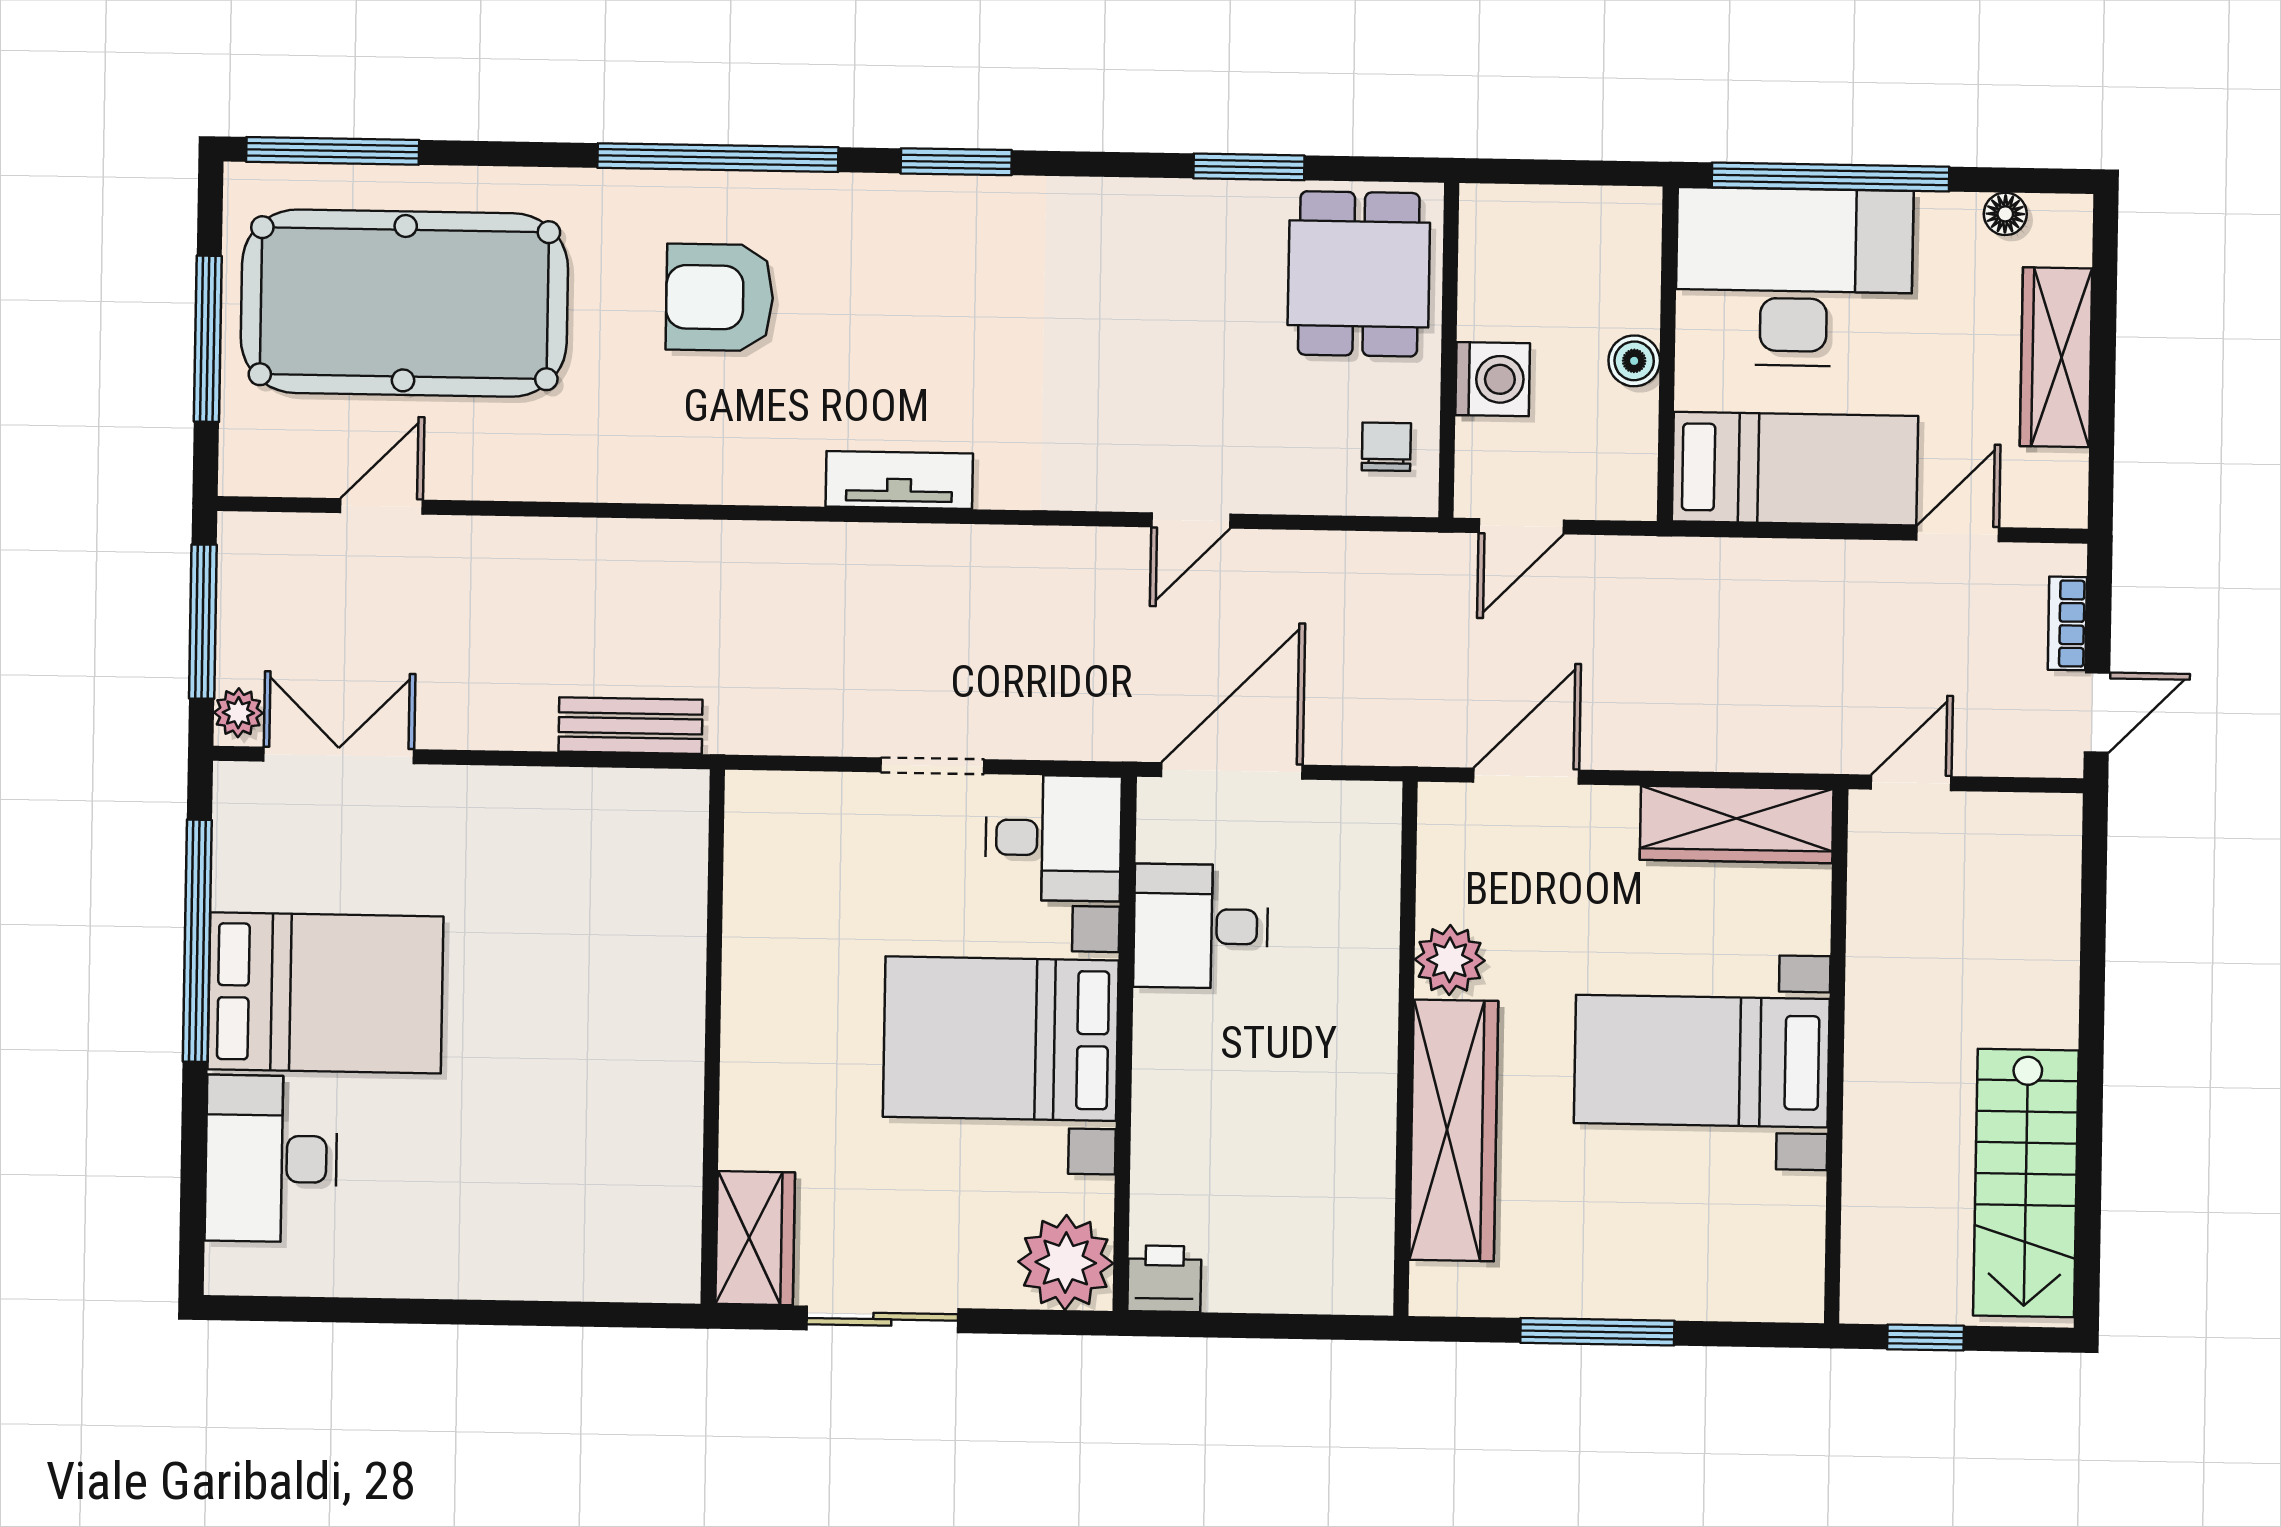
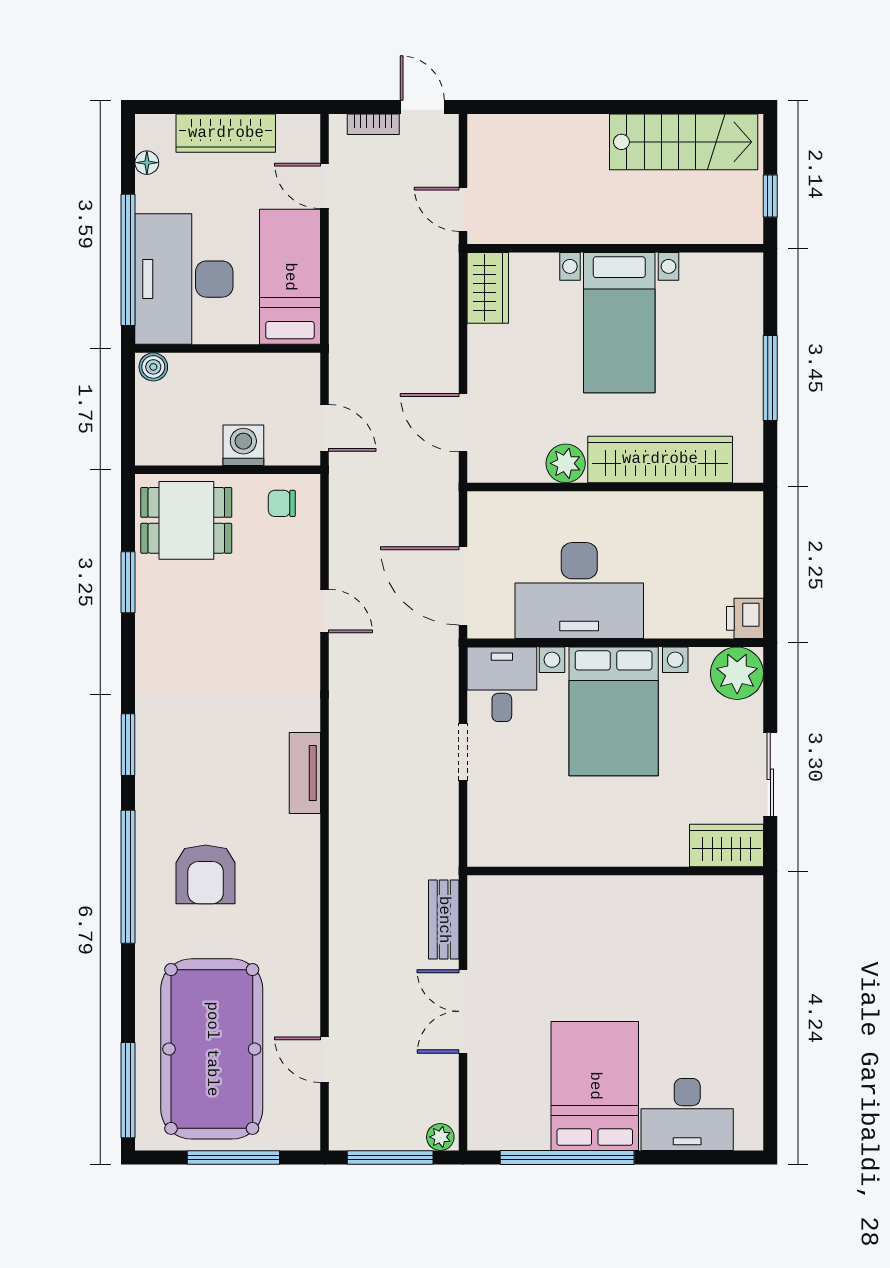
boiler: (1634, 361) -> (153, 367), moved
double door: (339, 755) -> (463, 1011), moved
wardrobe: (1737, 824) -> (488, 288), width x0.67
desk: (1201, 926) -> (579, 591), width x1.87, depth x1.30

